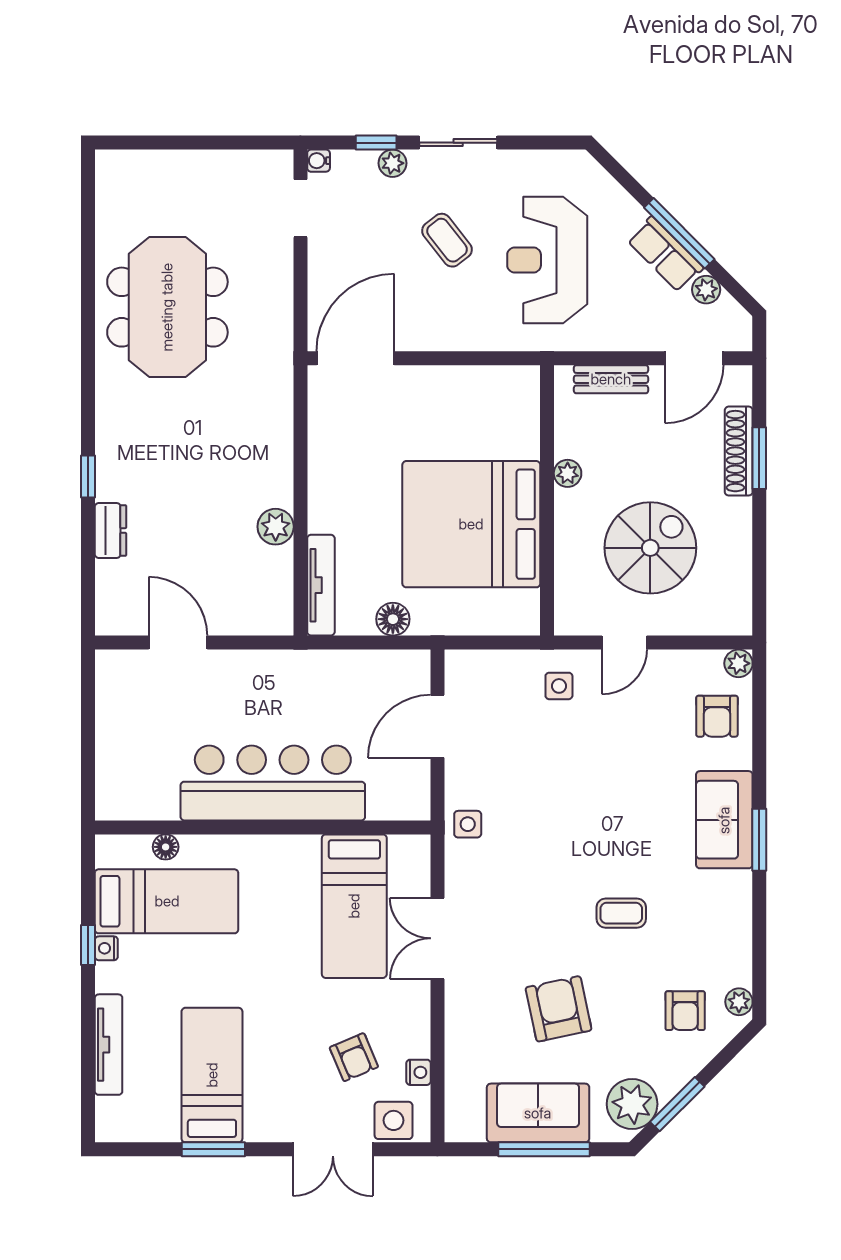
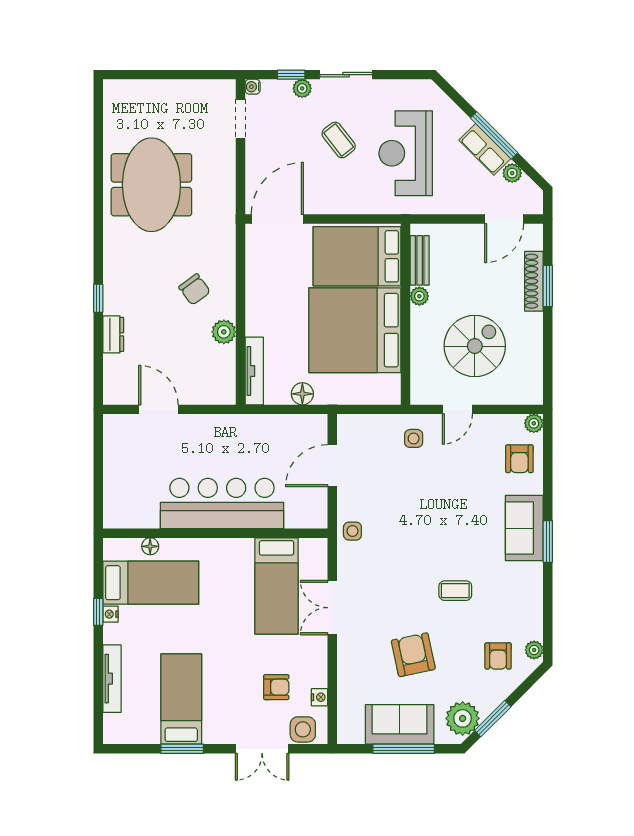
bench: (611, 379) -> (420, 260), moved, turned 90
bed: (475, 414) -> (357, 256), added
chair: (232, 463) -> (195, 289), added
armchair: (354, 1057) -> (276, 687), turned -67

